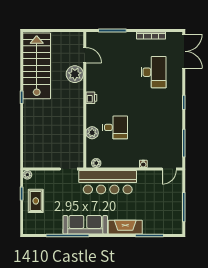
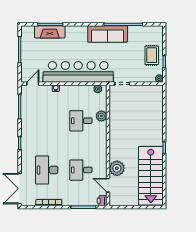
desk: (115, 72) -> (81, 170), added
printer: (91, 98) -> (102, 201), moved
bar counter: (108, 182) -> (78, 72), width x1.36
fireplace: (125, 227) -> (50, 32), moved

